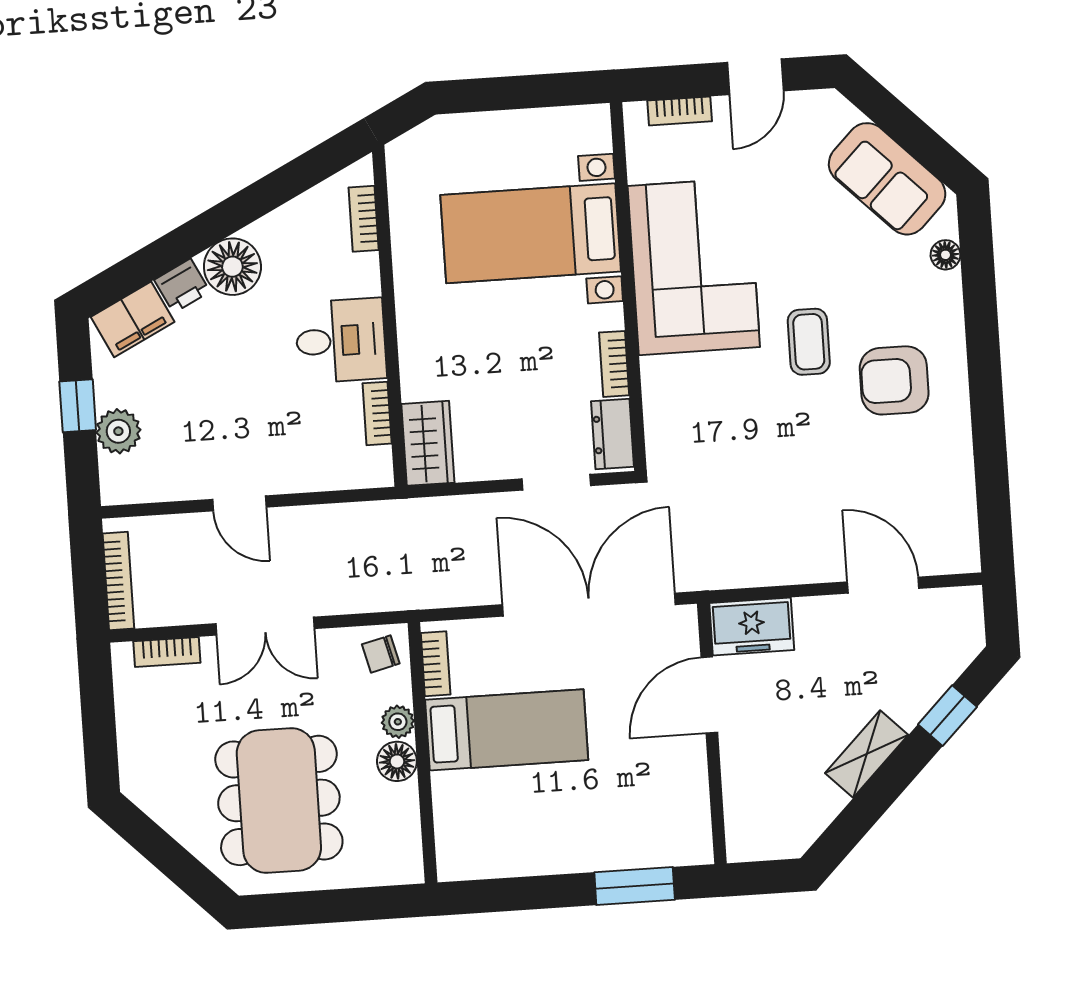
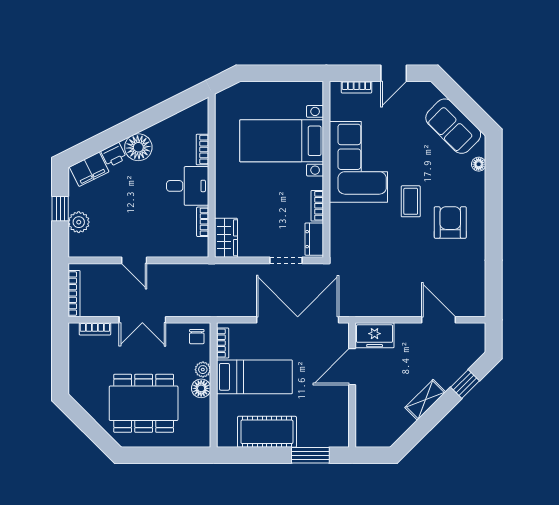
bookcase: (364, 219) -> (202, 150), moved
armchair: (894, 380) -> (450, 222), turned 90
chair: (381, 654) -> (197, 337), turned -76
dining table: (279, 800) -> (144, 403), turned 90
cot: (540, 843) -> (267, 432), added

